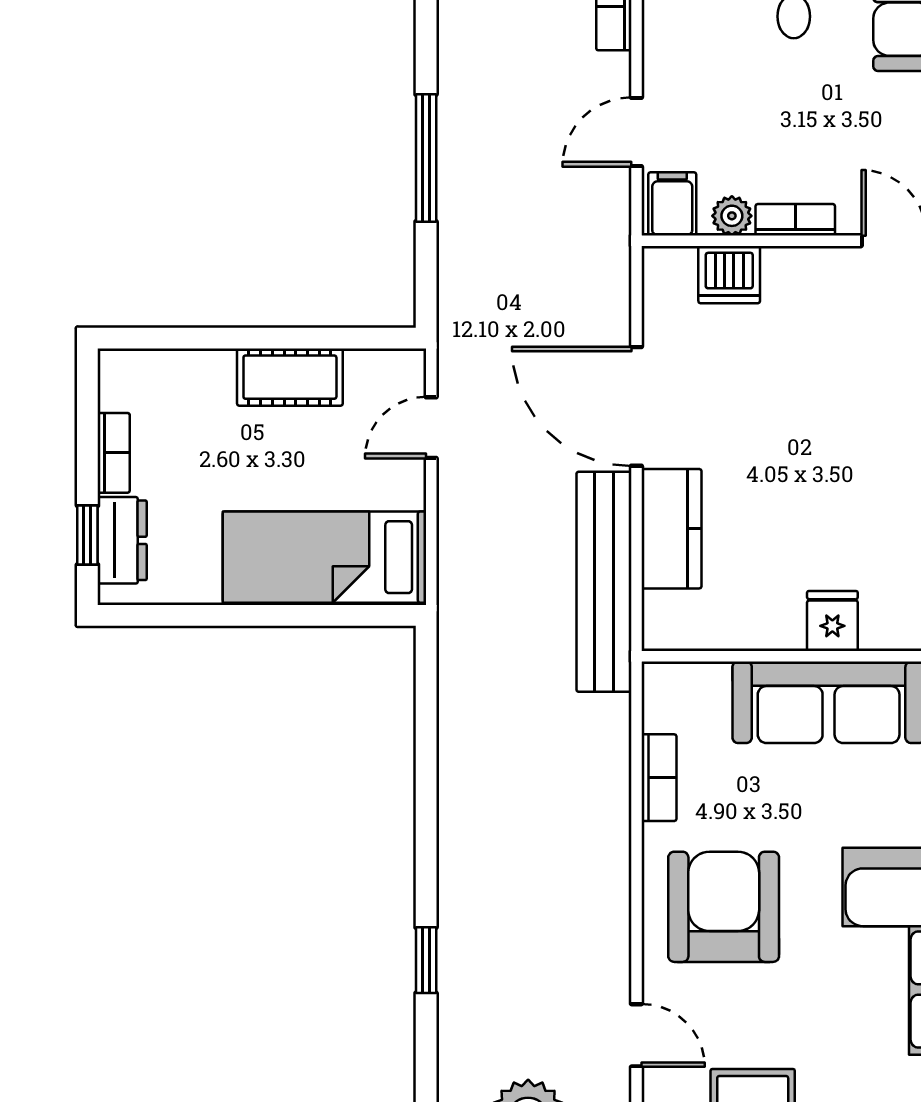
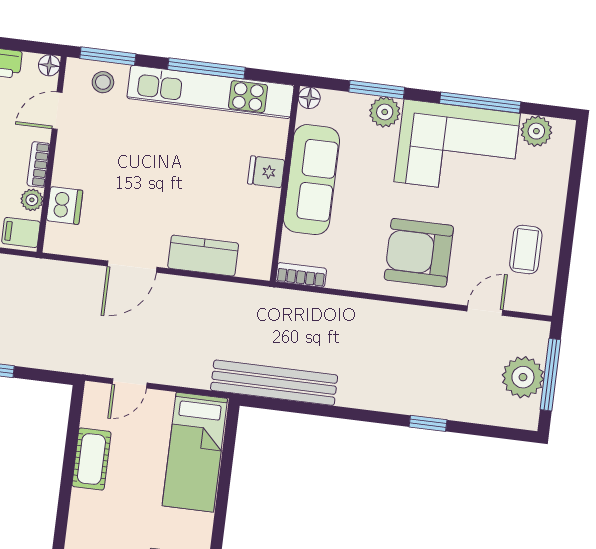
door: (636, 406) -> (132, 267), width x0.73
door: (431, 428) -> (130, 383), hinge flipped
bench: (604, 582) -> (274, 383), moved
bookcase: (659, 778) -> (301, 275), moved

